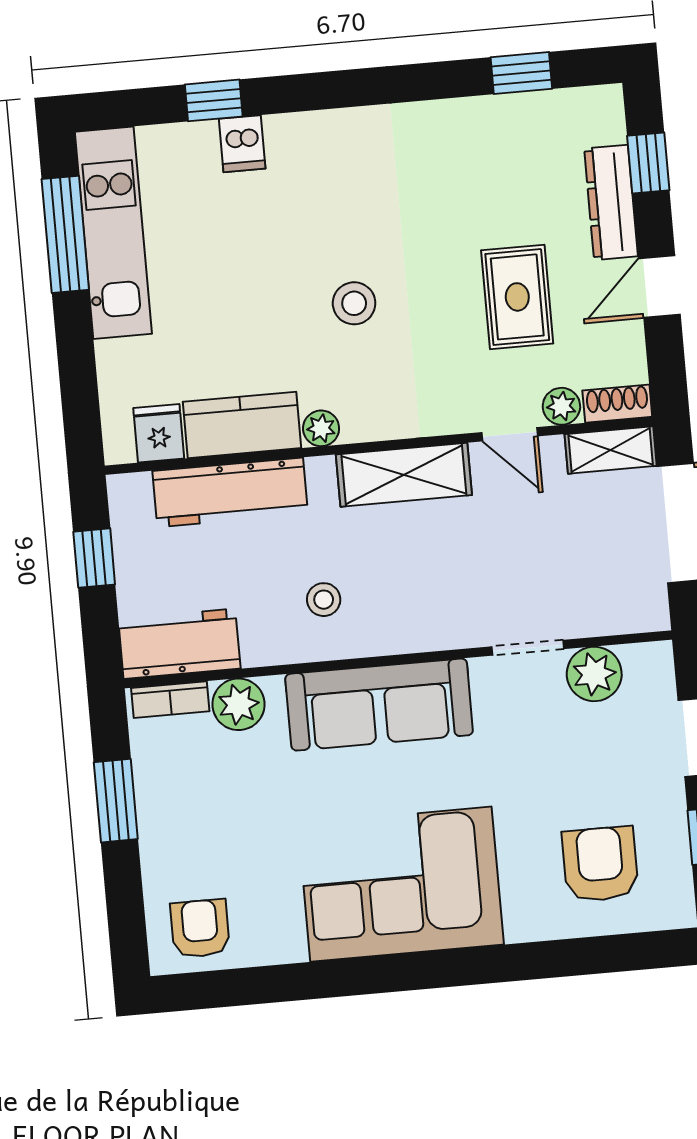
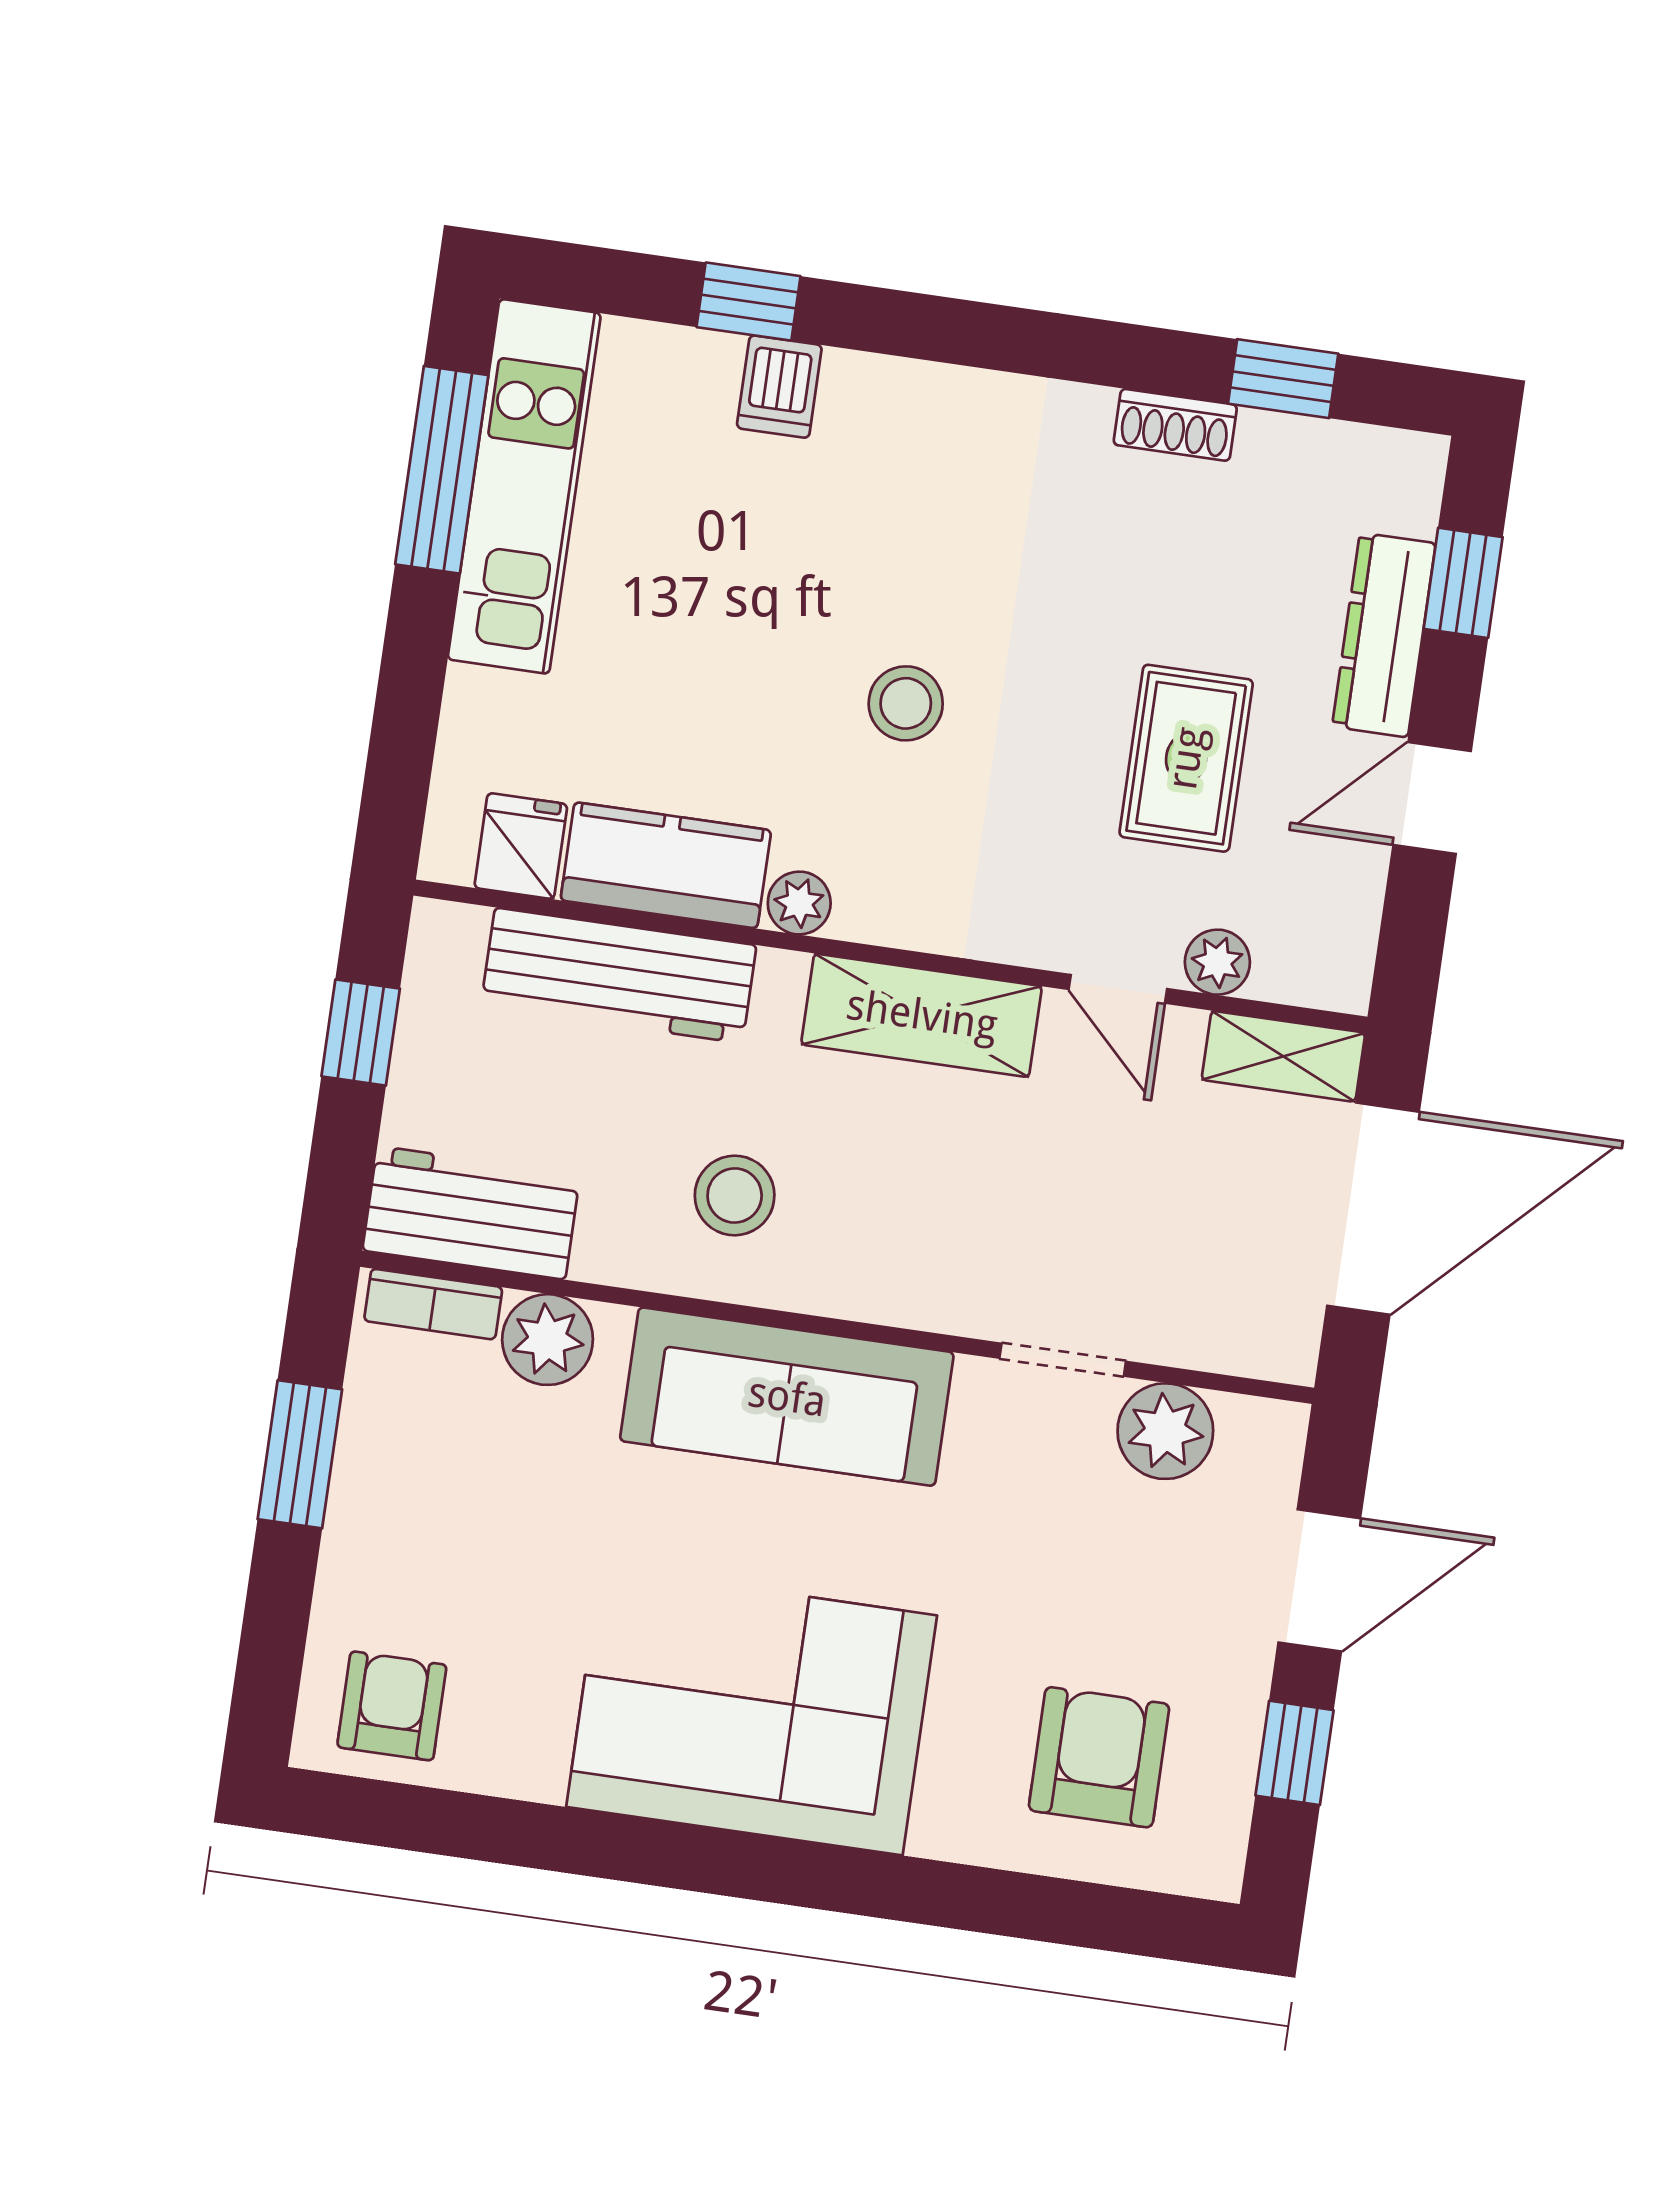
shoe rack: (617, 404) -> (1175, 425), moved, turned 180
stool: (324, 600) -> (735, 1196), width x1.37, depth x1.37

